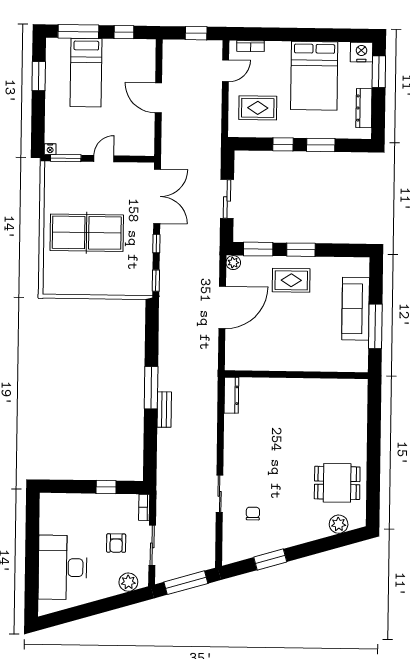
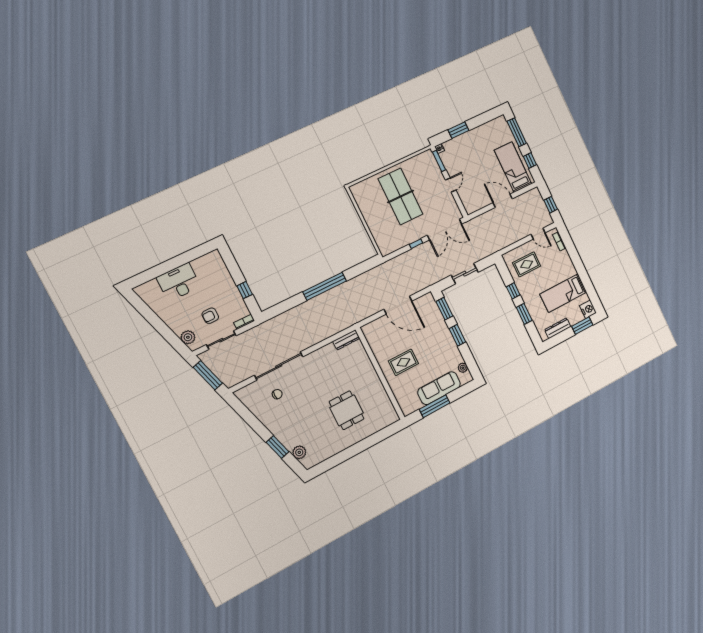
bed: (86, 73) -> (513, 167), moved, turned 90
window: (39, 76) -> (458, 130), moved
bed: (314, 76) -> (563, 293), width x0.67
door: (158, 98) -> (503, 201), hinge flipped
rug: (258, 108) -> (527, 264), turned 90
door: (104, 159) -> (451, 185), hinge flipped
plant: (233, 263) -> (463, 368), moved
rug: (291, 280) -> (403, 362), moved, turned 90
window: (156, 281) -> (393, 255), removed
window: (151, 388) -> (325, 286), width x1.46
bench: (164, 410) -> (315, 302), removed
dining table: (337, 483) -> (347, 410), moved
sliding door: (220, 494) -> (279, 366), width x1.86
window: (270, 559) -> (278, 447), moved
desk: (63, 567) -> (179, 282), width x0.73, depth x0.77

